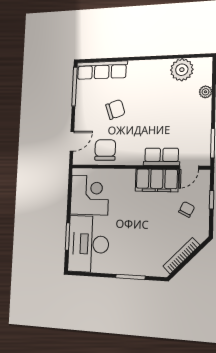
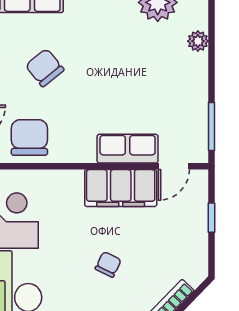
chair: (115, 109) -> (45, 68), turned -110
chair: (187, 209) -> (108, 264), moved

